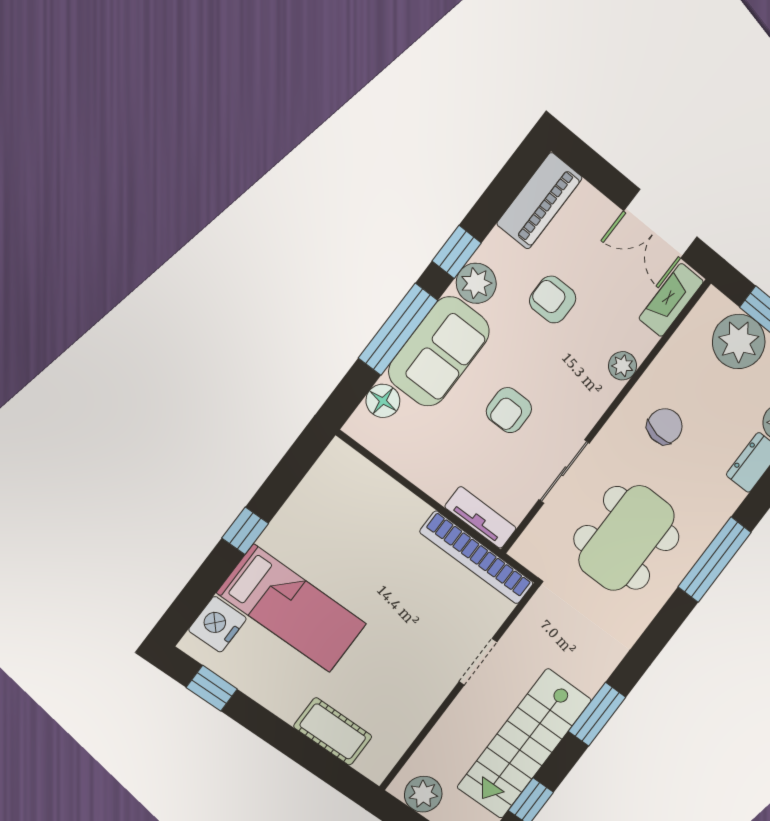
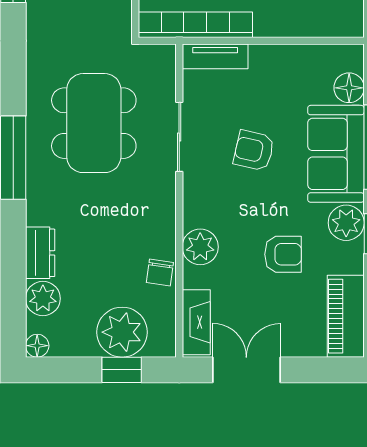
plant: (622, 366) -> (200, 247), width x1.38, depth x1.38
armchair: (509, 410) -> (254, 150), turned -77
chair: (665, 426) -> (160, 273), moved, width x0.73, depth x0.73

